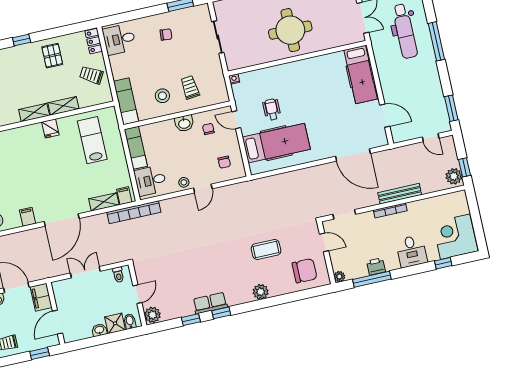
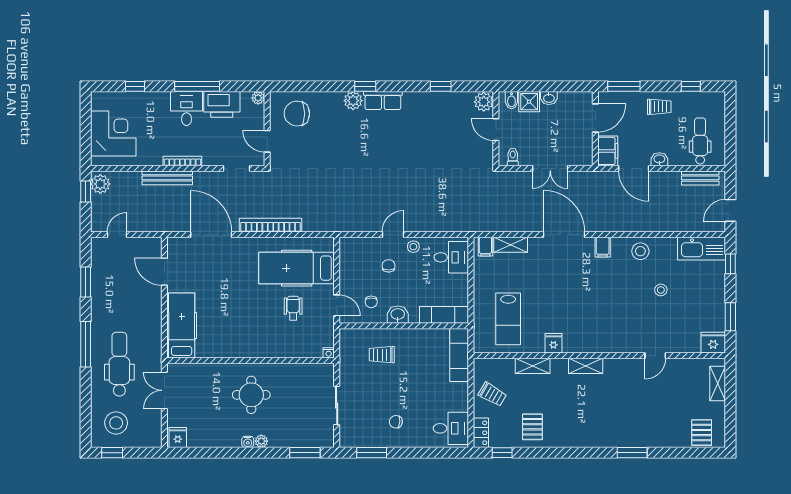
round table: (290, 30) -> (251, 395), width x0.73, depth x0.73
window: (22, 40) -> (502, 453), moved
trolley: (190, 87) -> (382, 355), turned 96
stool: (162, 96) -> (416, 352), removed
window: (451, 108) -> (86, 282), moved
wheelchair: (272, 109) -> (293, 308), turned 180
shelving: (34, 113) -> (586, 366), moved
door: (431, 138) -> (117, 235), hinge flipped
exam couch: (136, 148) -> (444, 315), moved, turned 90
chair: (224, 162) -> (389, 266), moved
bookcase: (134, 212) -> (271, 225), moved
door: (62, 220) -> (564, 235), hinge flipped
corner desk: (455, 237) -> (113, 133), moved, turned -90
coffee table: (266, 250) -> (336, 148), removed
desk: (411, 251) -> (186, 108), moved
printer: (376, 266) -> (222, 104), width x1.87, depth x1.48
window: (372, 279) -> (197, 86), moved
door: (137, 294) -> (496, 130), hinge flipped
row of seats: (210, 303) -> (383, 101), moved
window: (221, 313) -> (365, 86), moved
window: (40, 354) -> (624, 86), width x1.50

